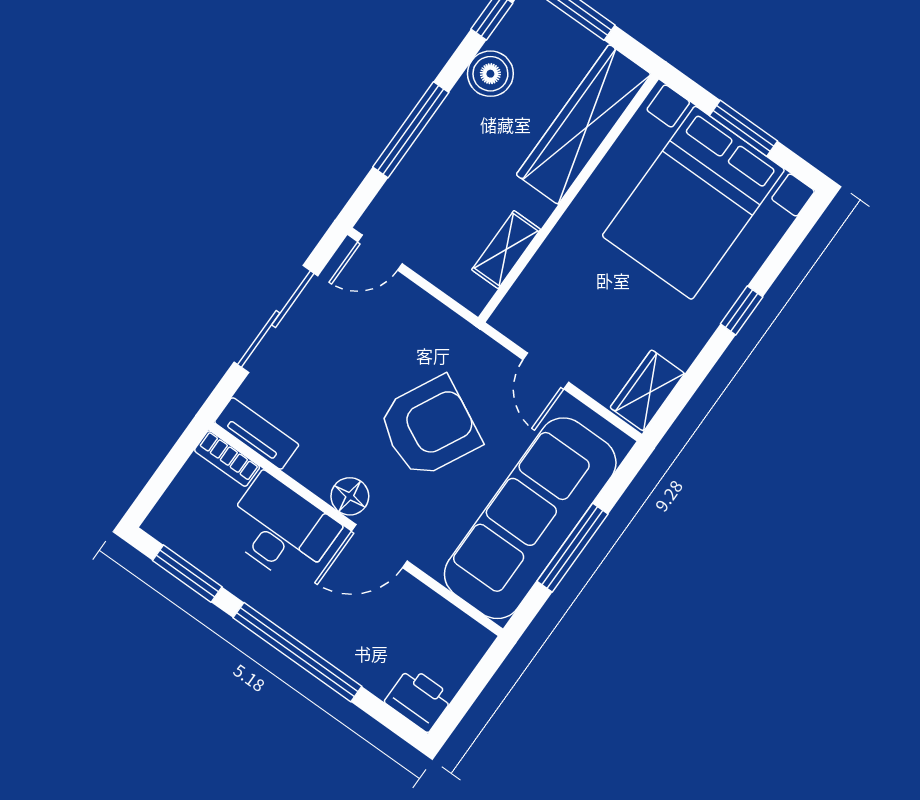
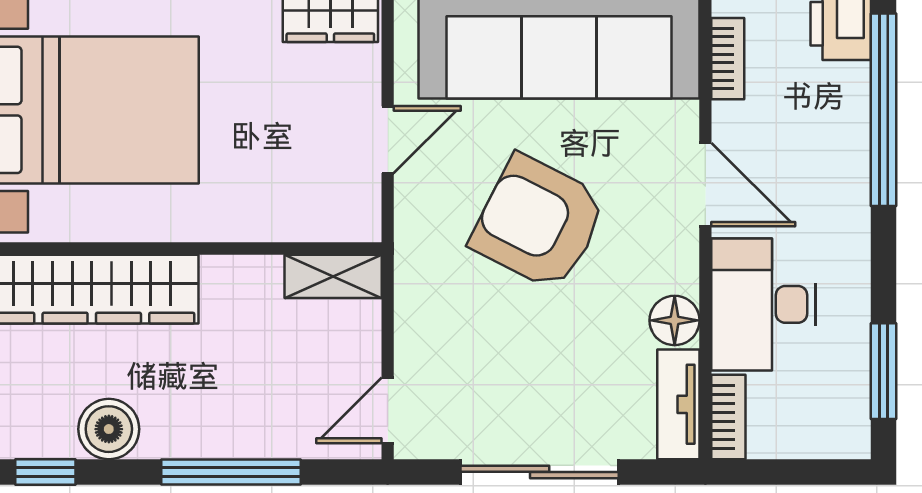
shelving: (506, 250) -> (333, 276), moved
door: (380, 253) -> (388, 410), swing flipped
floor lamp: (350, 496) -> (675, 320), moved
bookcase: (447, 615) -> (728, 59), added
window: (297, 652) -> (884, 110), moved

